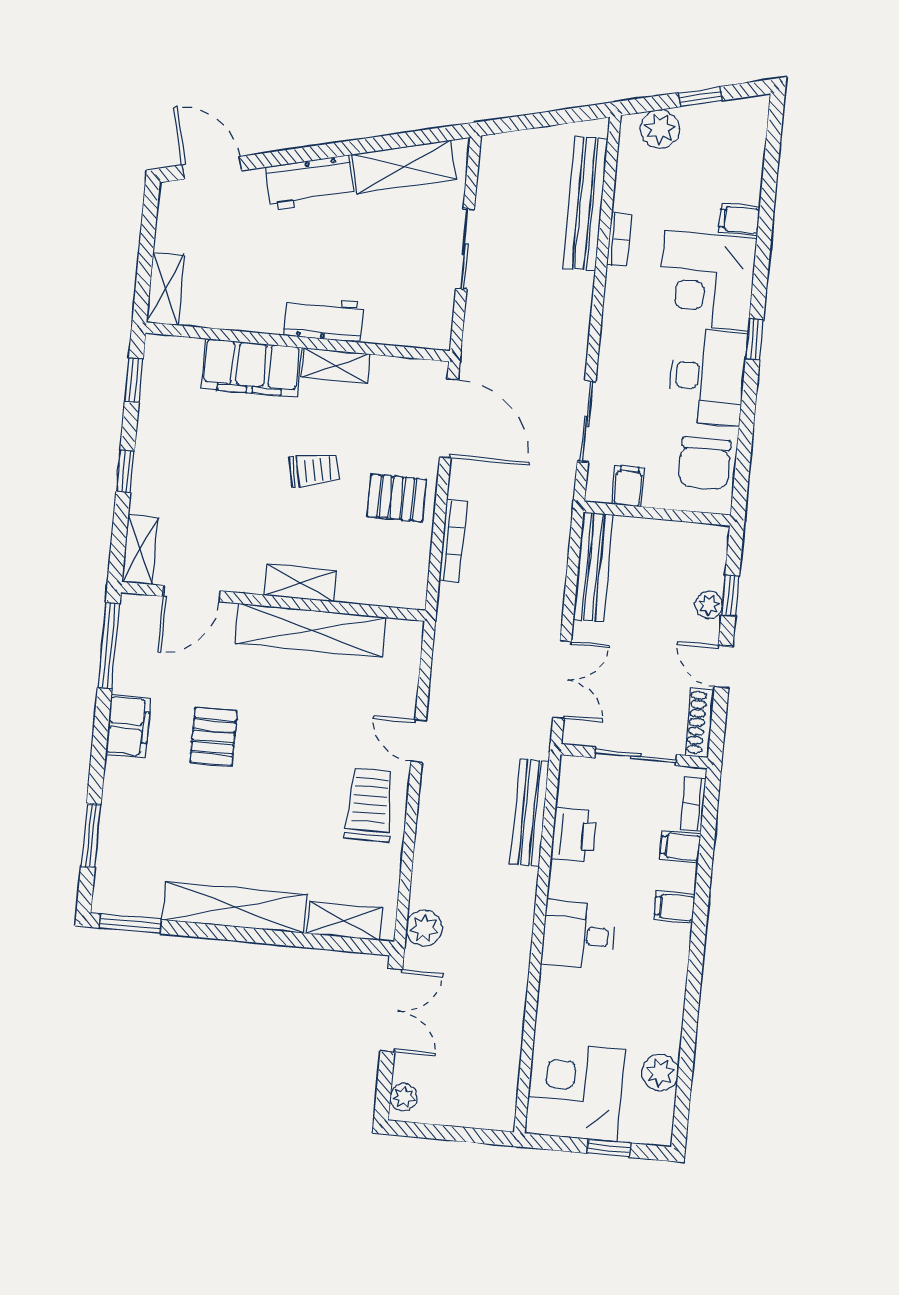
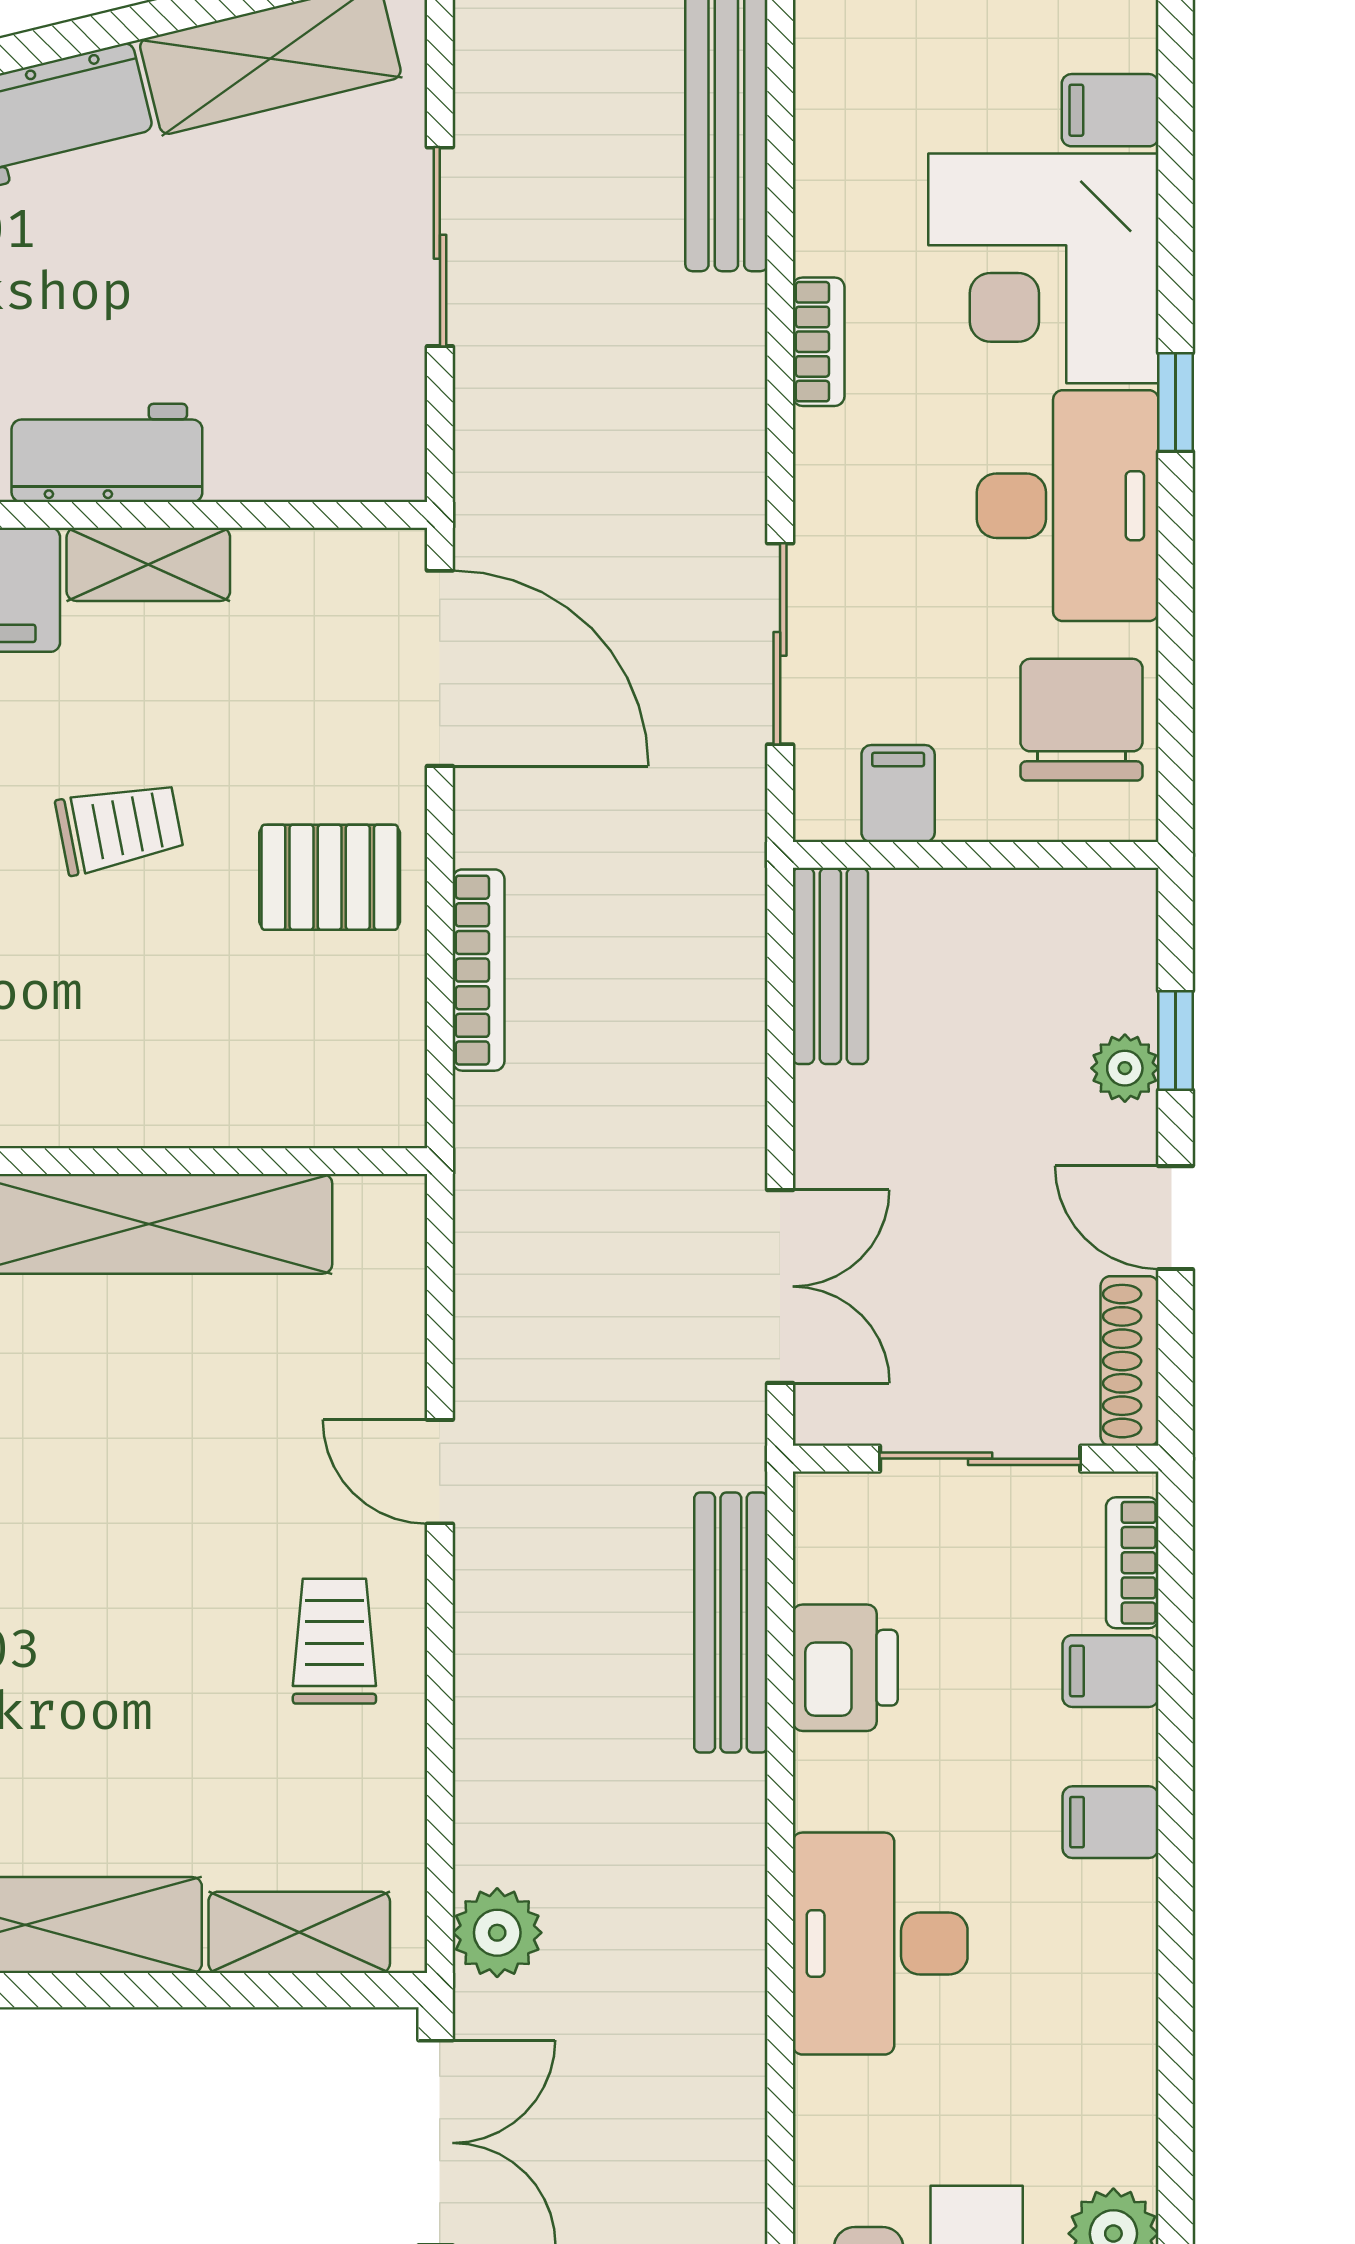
bookcase: (619, 240) -> (819, 342), moved
chair: (705, 463) -> (1081, 720), turned 180
bench: (593, 567) -> (830, 966), width x0.73
shelving: (300, 583) -> (111, 1109), removed
trolley: (370, 805) -> (334, 1641), width x0.73, depth x0.72
desk: (579, 935) -> (880, 1944), width x1.37

